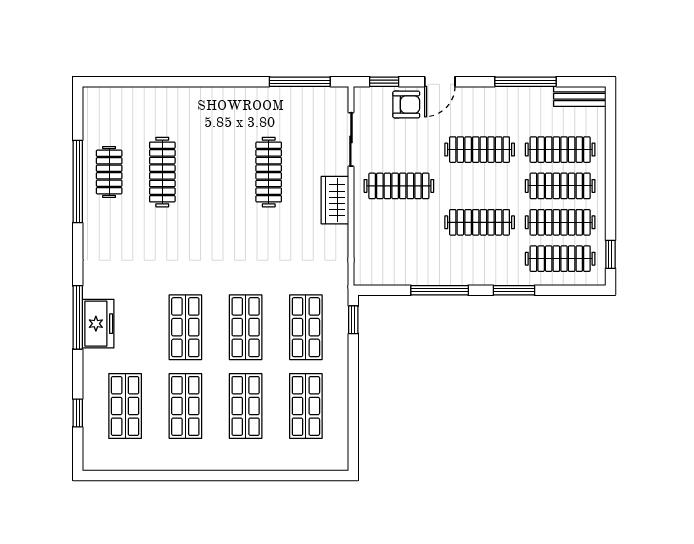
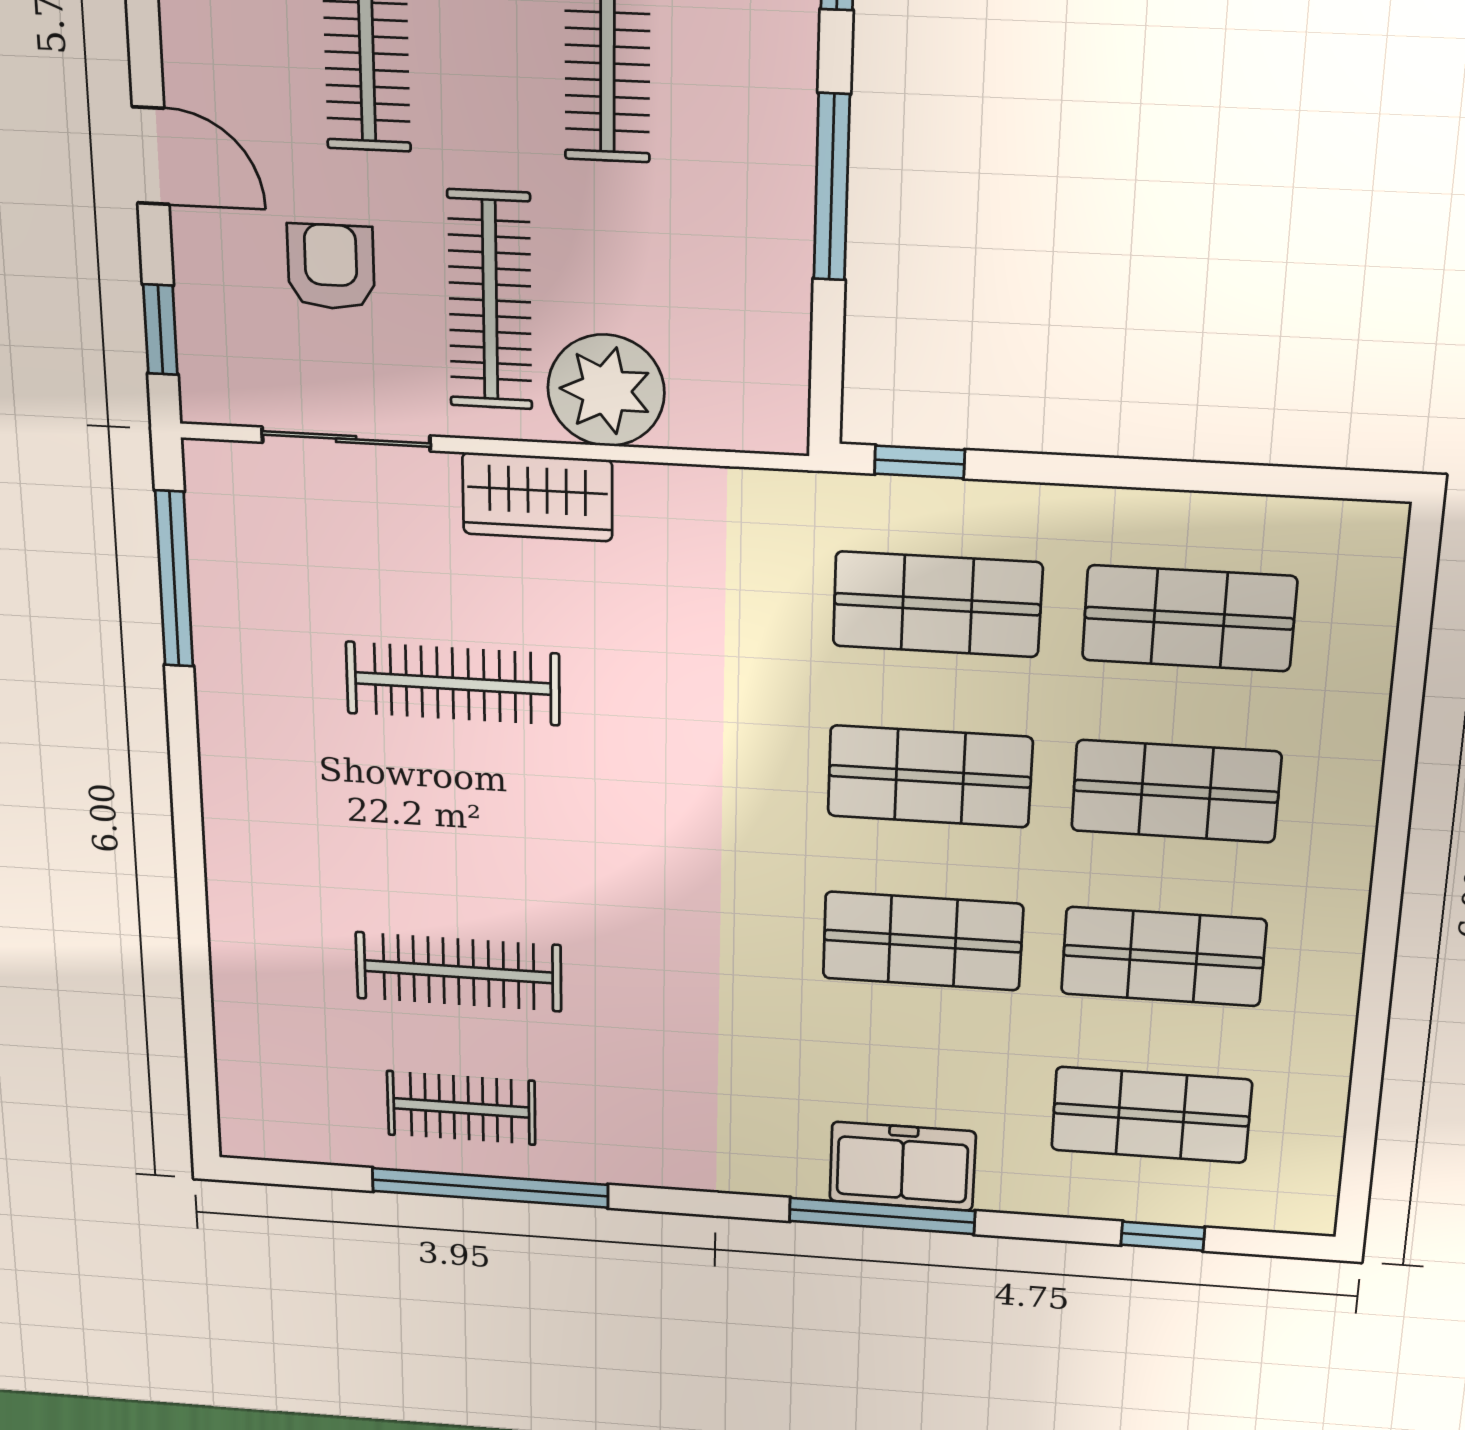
armchair: (406, 105) -> (331, 267), moved
plant: (372, 222) -> (606, 390), added

